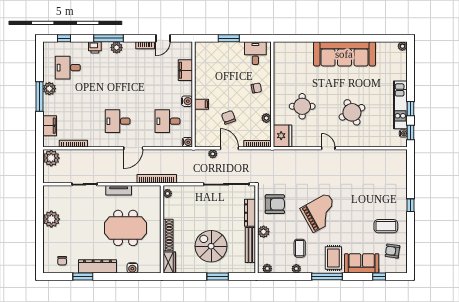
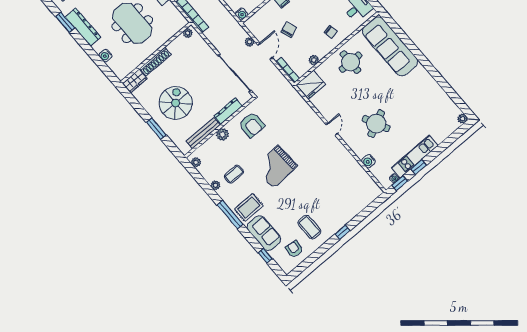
sofa: (344, 54) -> (390, 46), moved
round table: (302, 106) -> (350, 62), moved
water cooler: (375, 142) -> (368, 161), added
grand piano: (321, 213) -> (276, 167), turned 116

